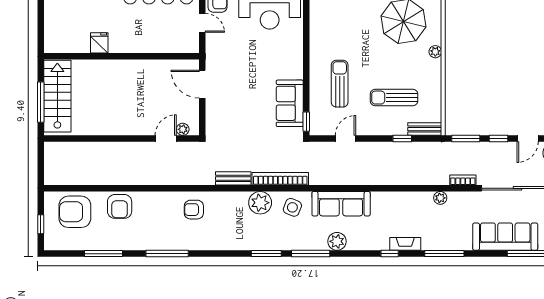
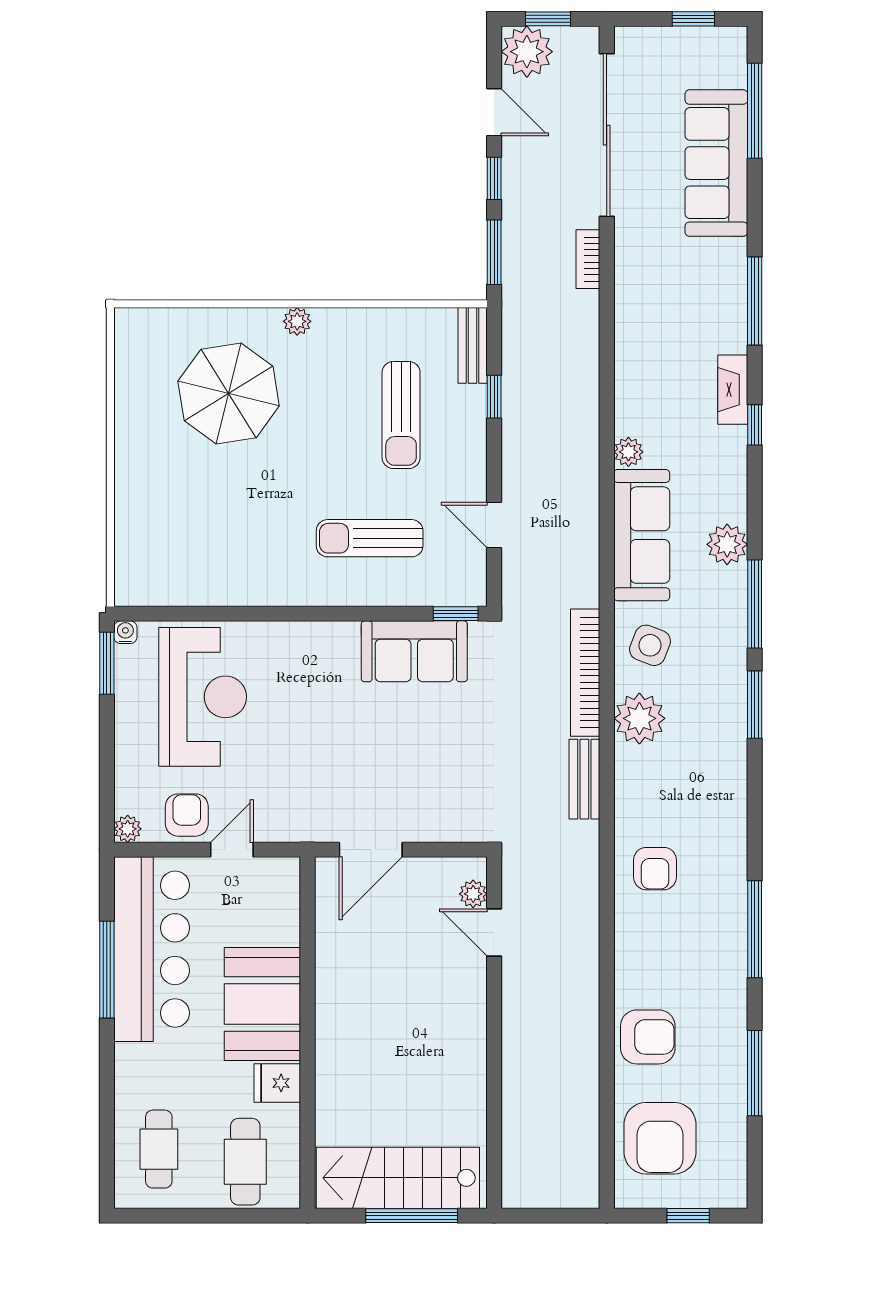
cafe table: (65, 29) -> (245, 1162), added
booth: (134, 36) -> (262, 1004), added
plant: (440, 198) -> (628, 452), moved

